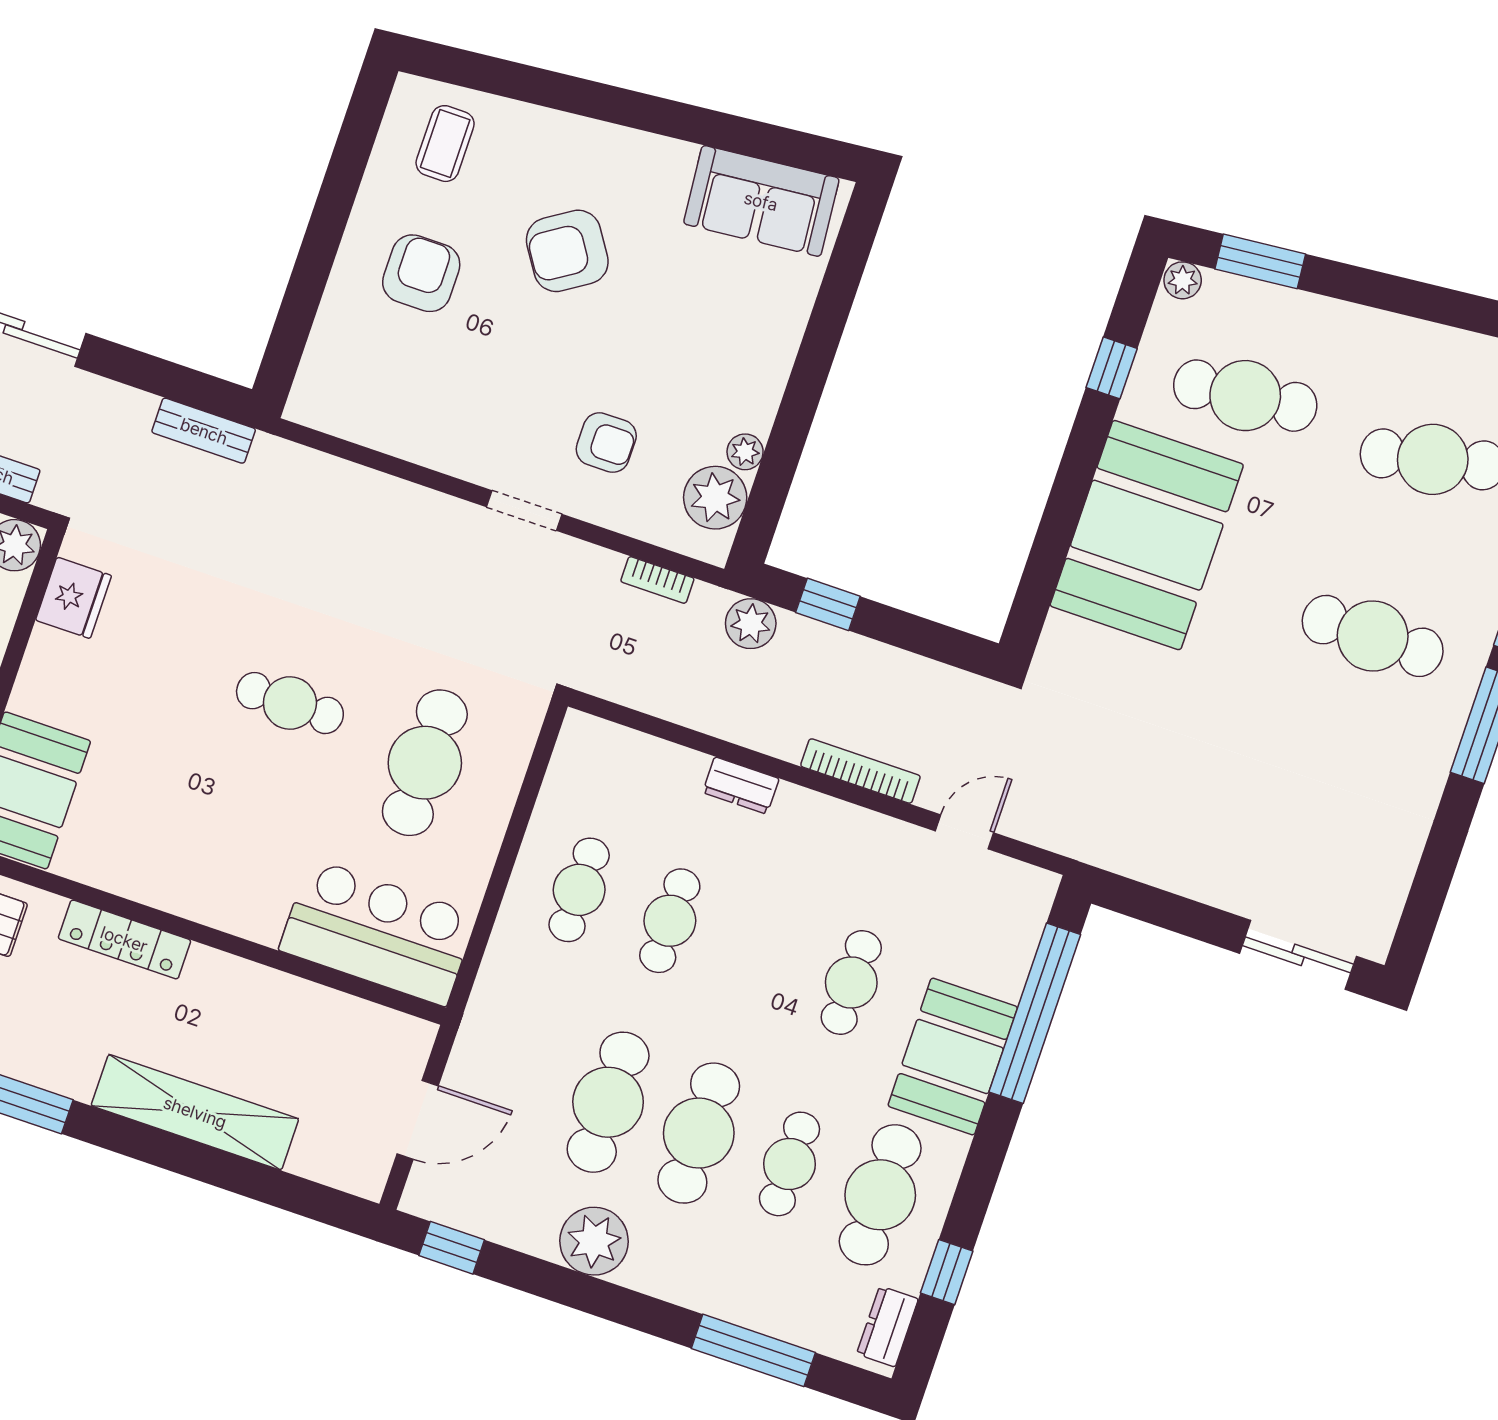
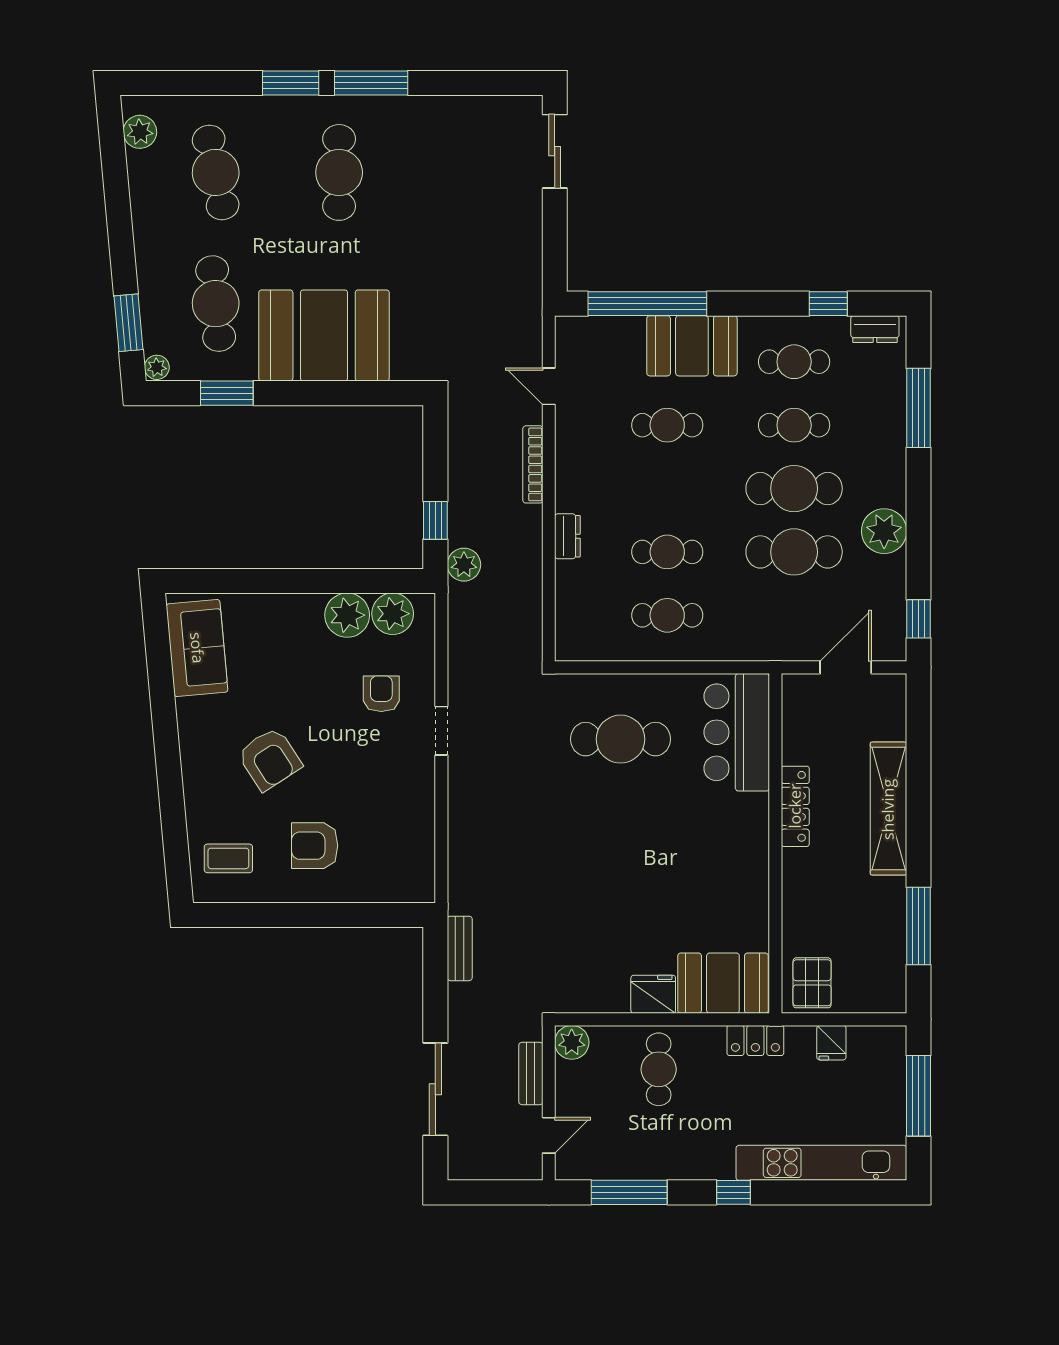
window: (1112, 368) -> (227, 393), width x1.50
plant: (745, 452) -> (347, 615), width x1.87, depth x1.87
bookcase: (657, 580) -> (456, 632), removed
fridge: (74, 598) -> (653, 994), moved
cafe table: (290, 703) -> (612, 836), removed
locker: (124, 939) -> (795, 806), moved
door: (418, 1120) -> (846, 667), hinge flipped
cafe table: (880, 1195) -> (794, 362), width x0.73, depth x0.74

